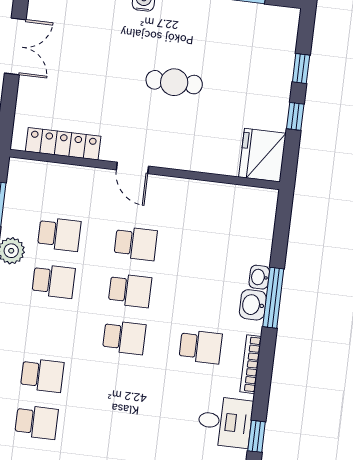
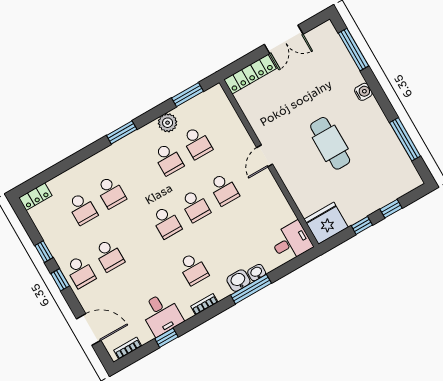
cafe table: (174, 82) -> (330, 143), width x1.37, depth x1.35
locker: (63, 144) -> (250, 74), moved, turned 90
desk: (253, 211) -> (291, 242), added
bookcase: (251, 364) -> (204, 304), width x0.64
school desk: (113, 431) -> (109, 255), added

